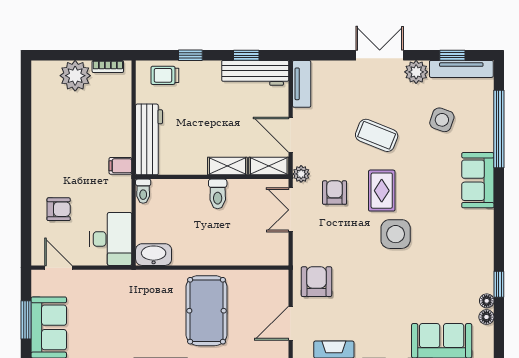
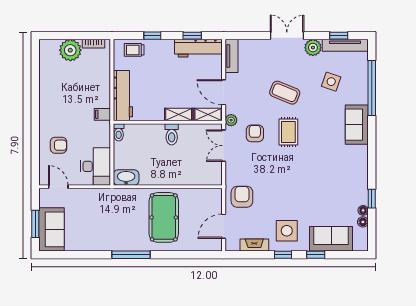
side table: (396, 234) -> (287, 231), moved

